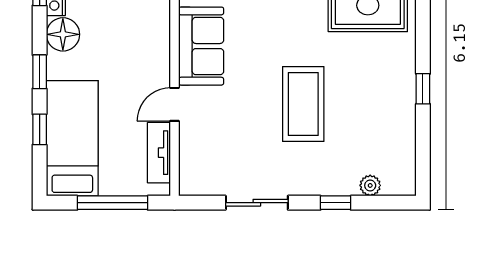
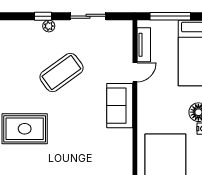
coffee table: (303, 104) -> (61, 72), turned 54
plant: (370, 185) -> (49, 26), moved

